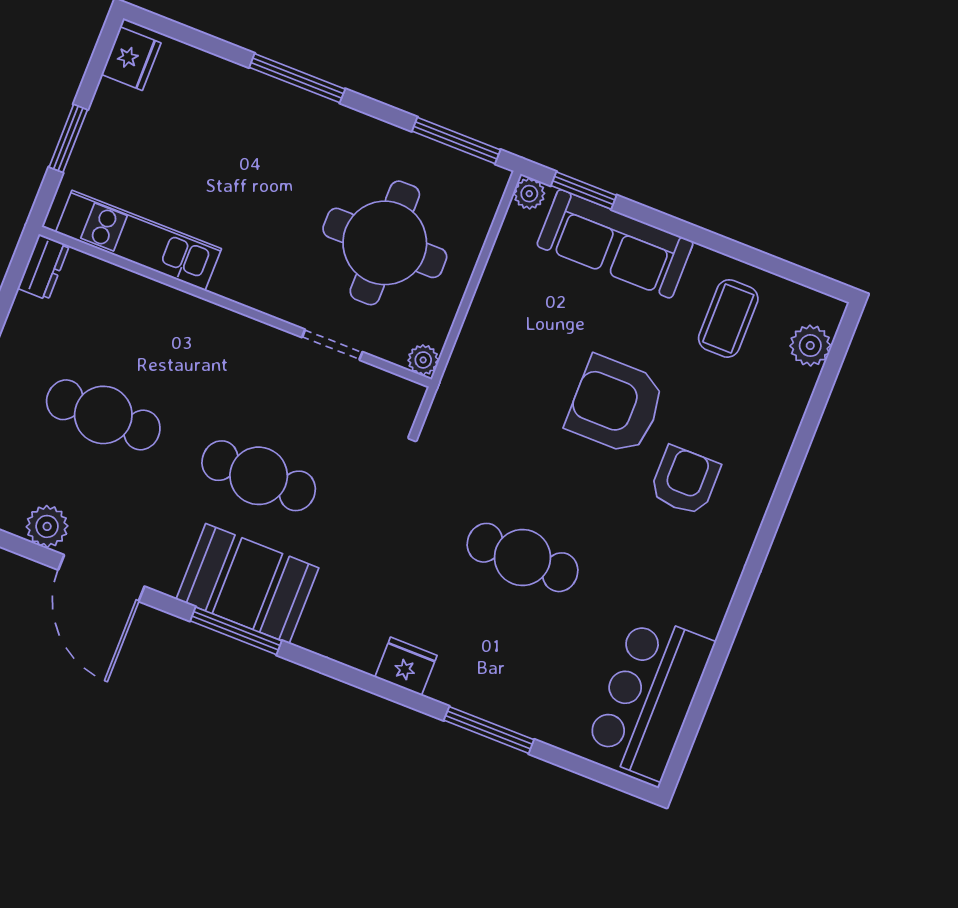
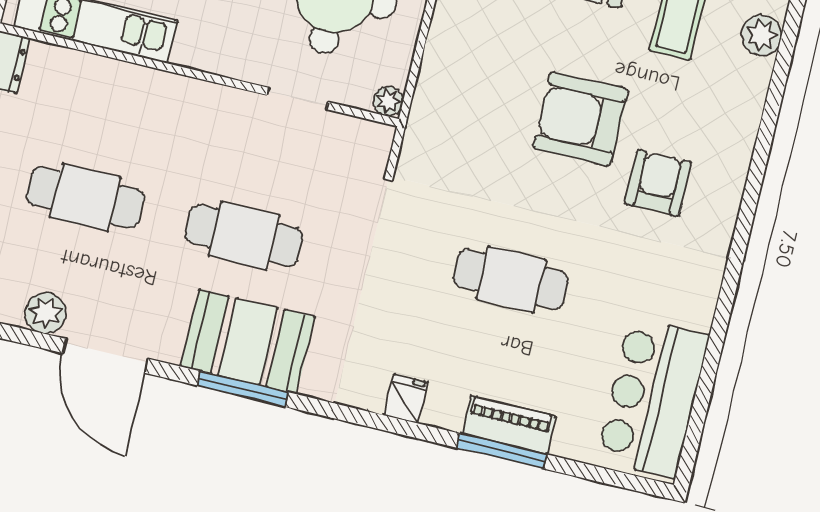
fridge: (406, 666) -> (406, 399), width x0.72
piano: (500, 705) -> (509, 425), added

